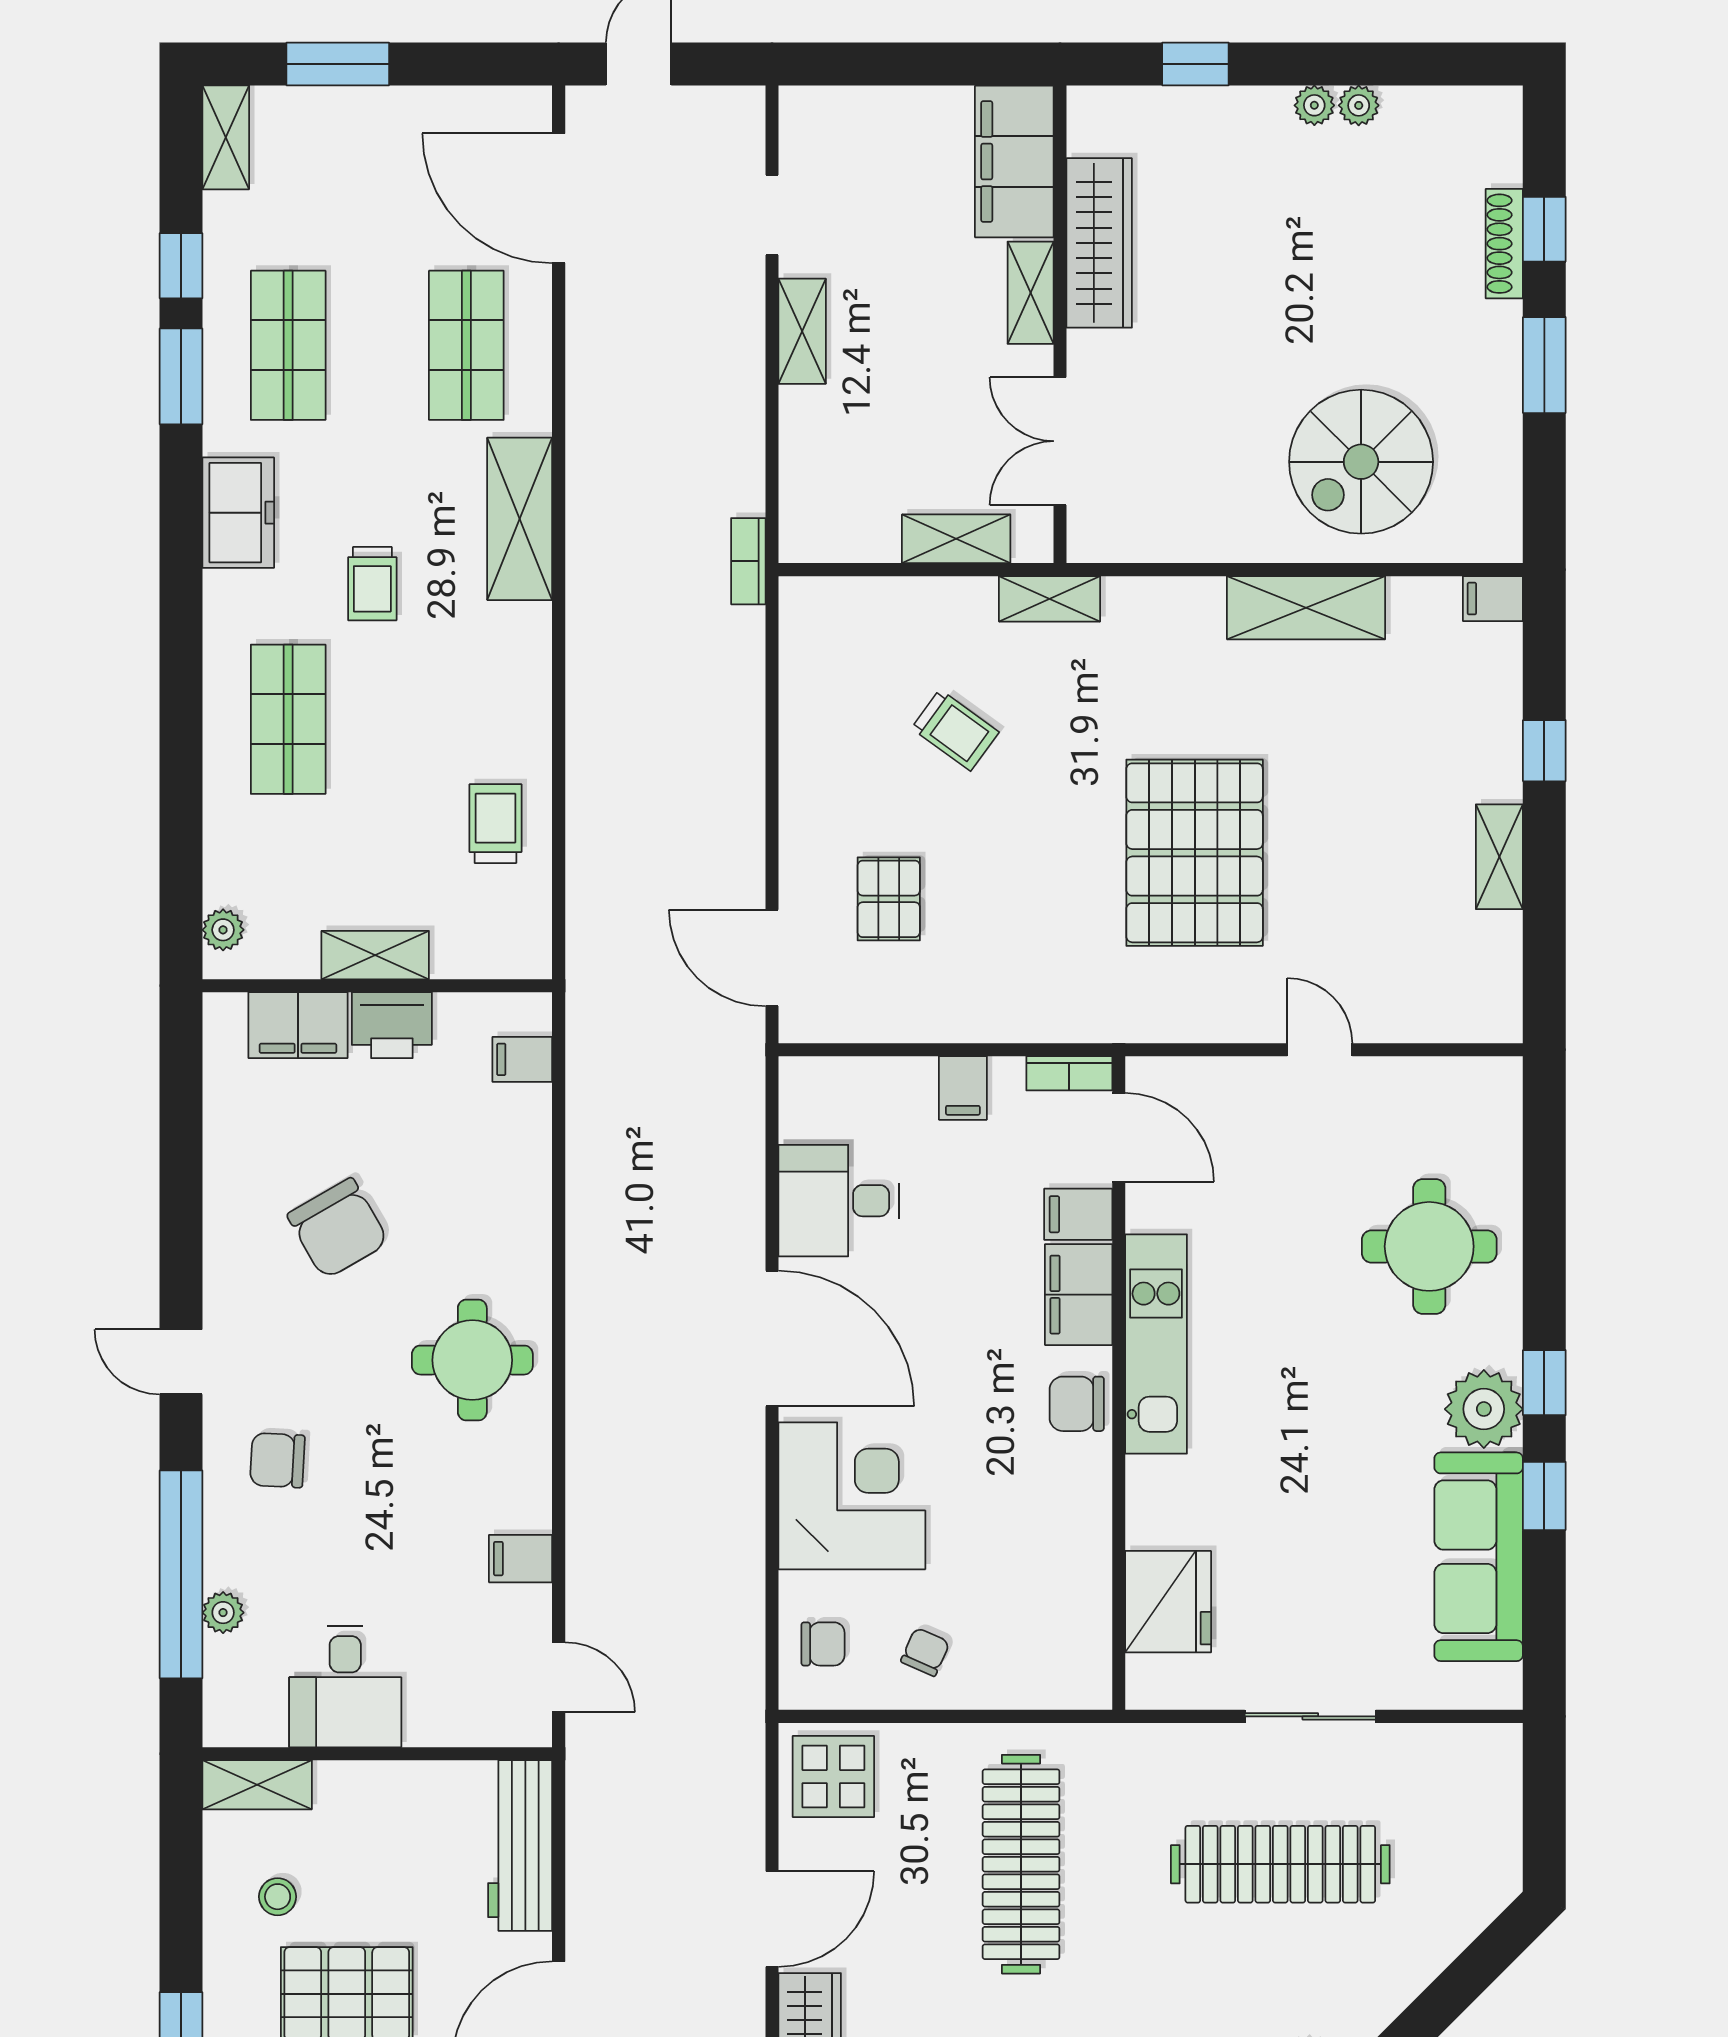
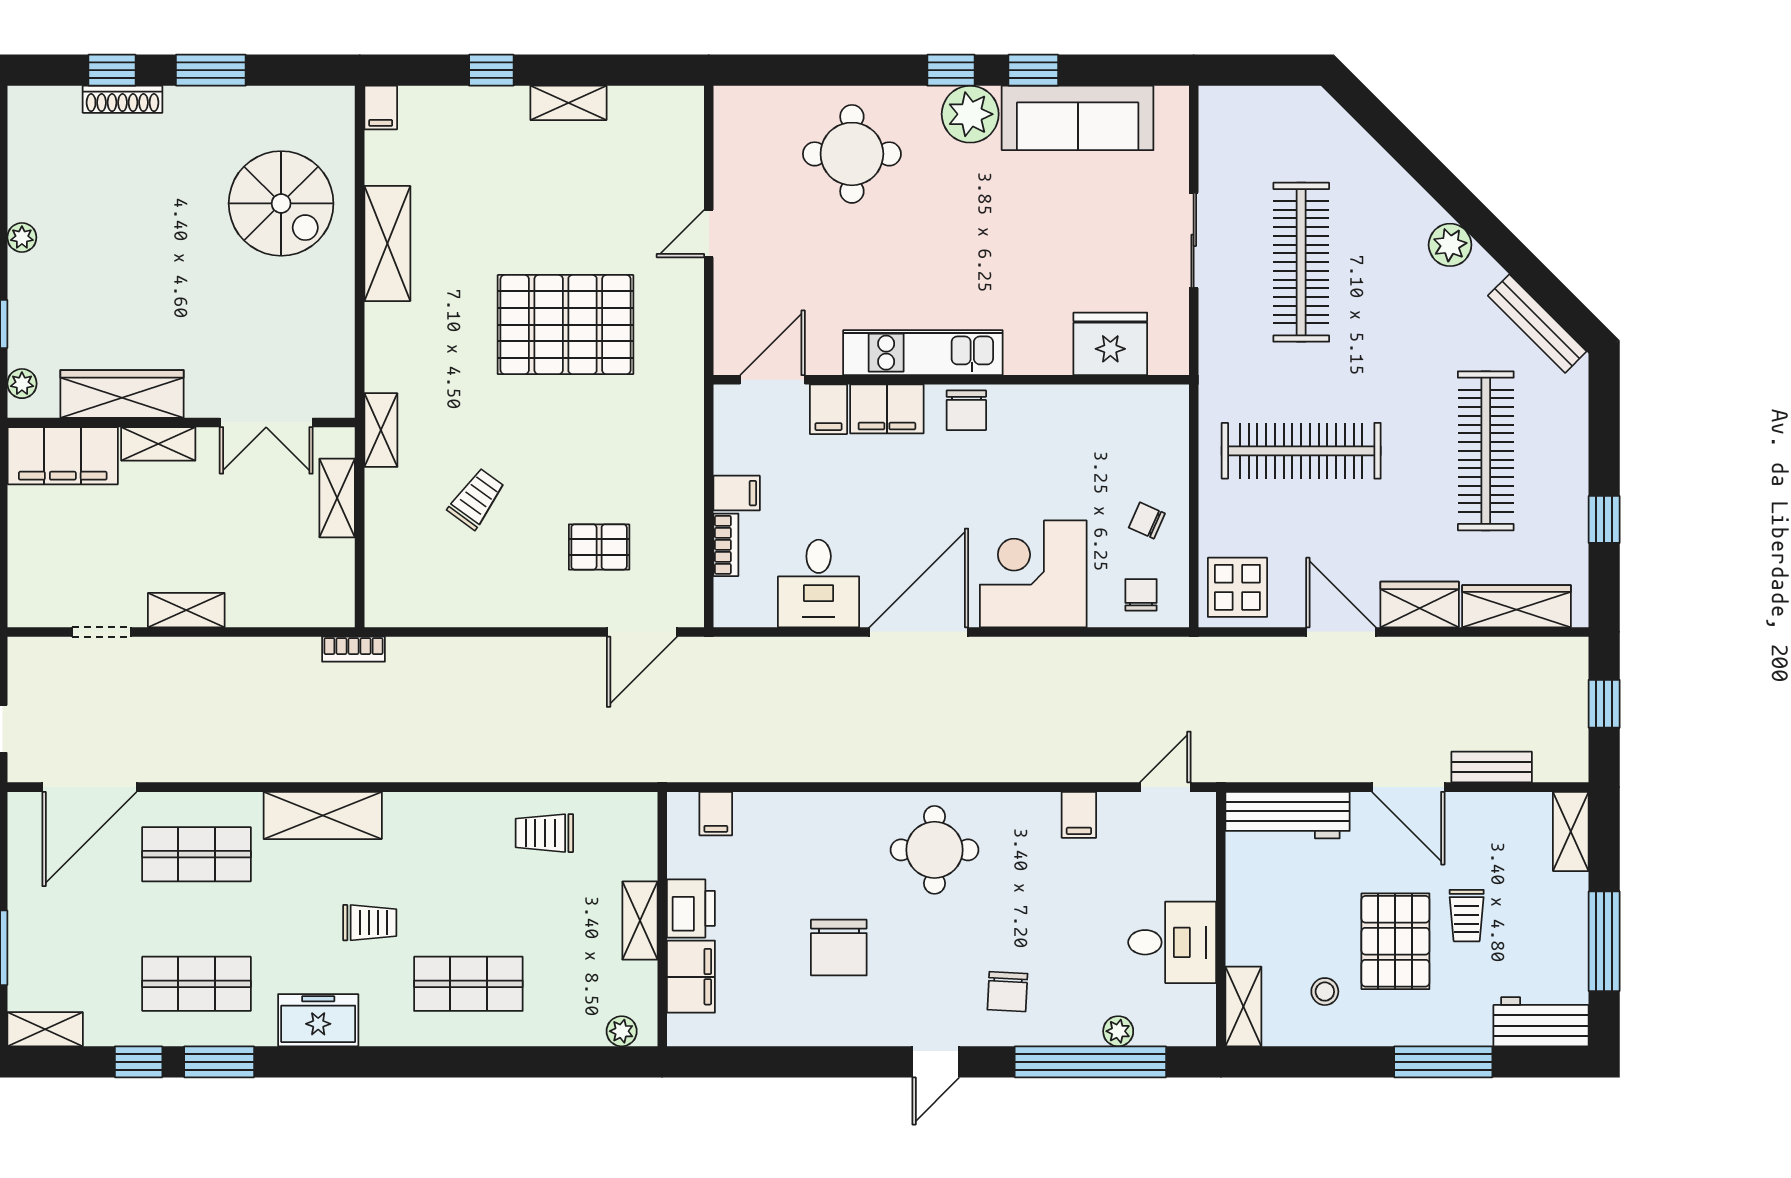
plant: (1359, 105) -> (22, 384), moved
bookcase: (1069, 1073) -> (726, 545), moved
chair: (338, 1228) -> (839, 948), turned 120

